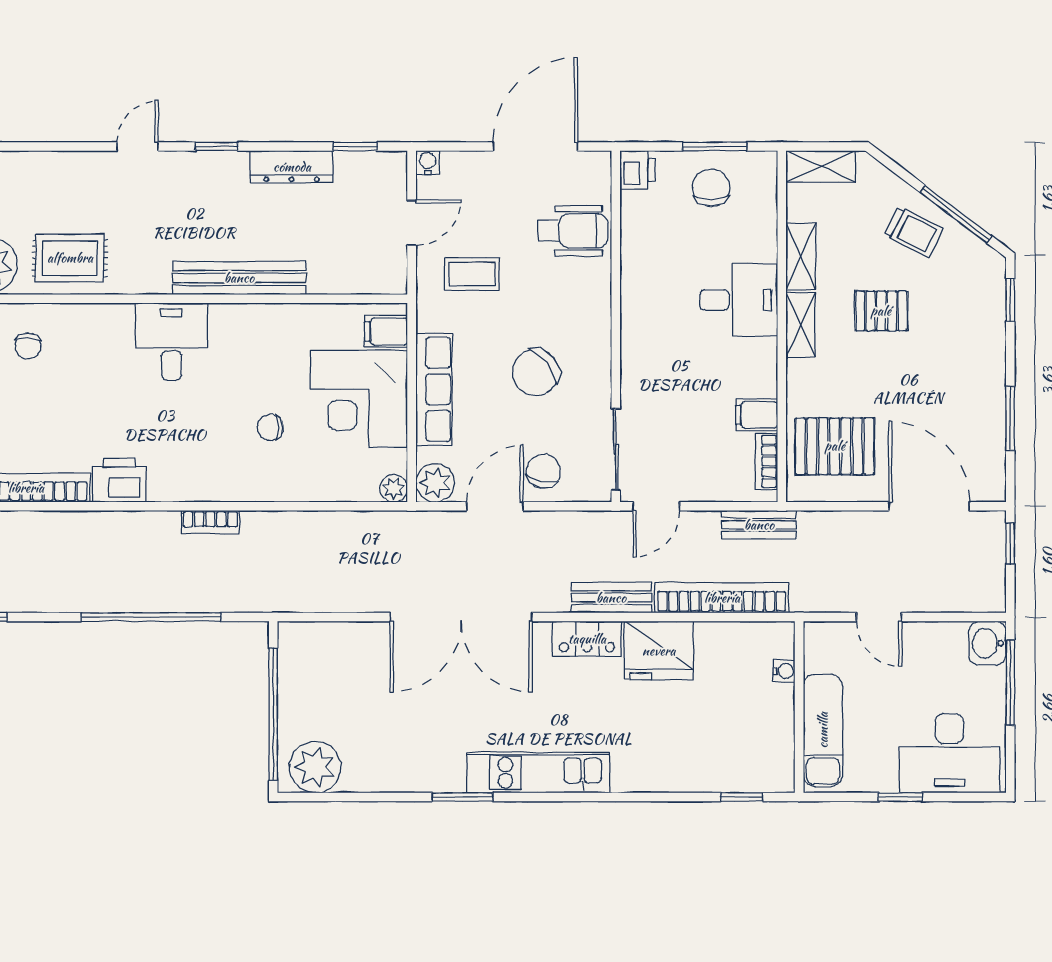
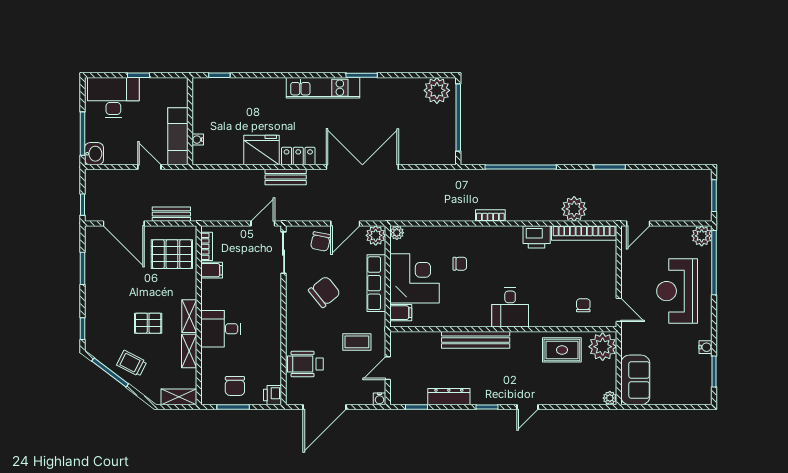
bench: (759, 525) -> (171, 214), moved
plant: (46, 535) -> (574, 209), added
bookcase: (722, 598) -> (230, 177), removed
exam couch: (823, 730) -> (178, 136), moved

